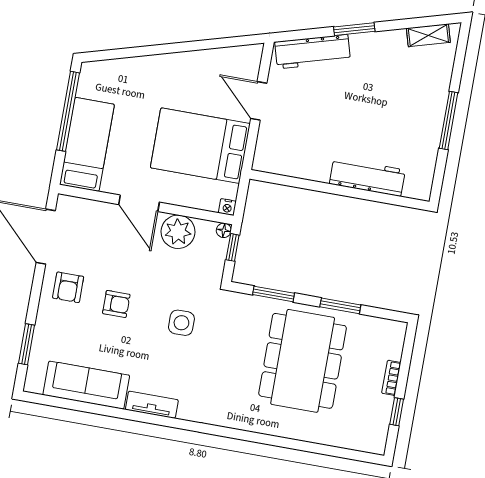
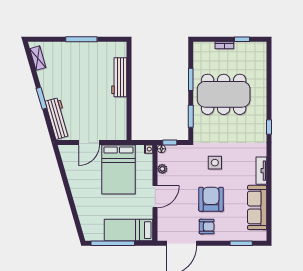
plant: (178, 232) -> (162, 169), width x0.53, depth x0.53
armchair: (116, 304) -> (211, 199), width x1.88, depth x1.88
window: (229, 433) -> (269, 127), added

